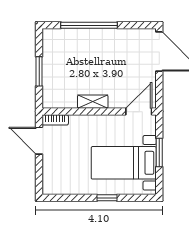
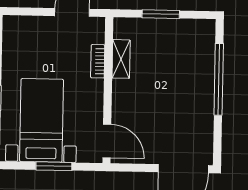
shelving: (93, 102) -> (121, 59), moved
bookcase: (55, 120) -> (98, 61), moved

